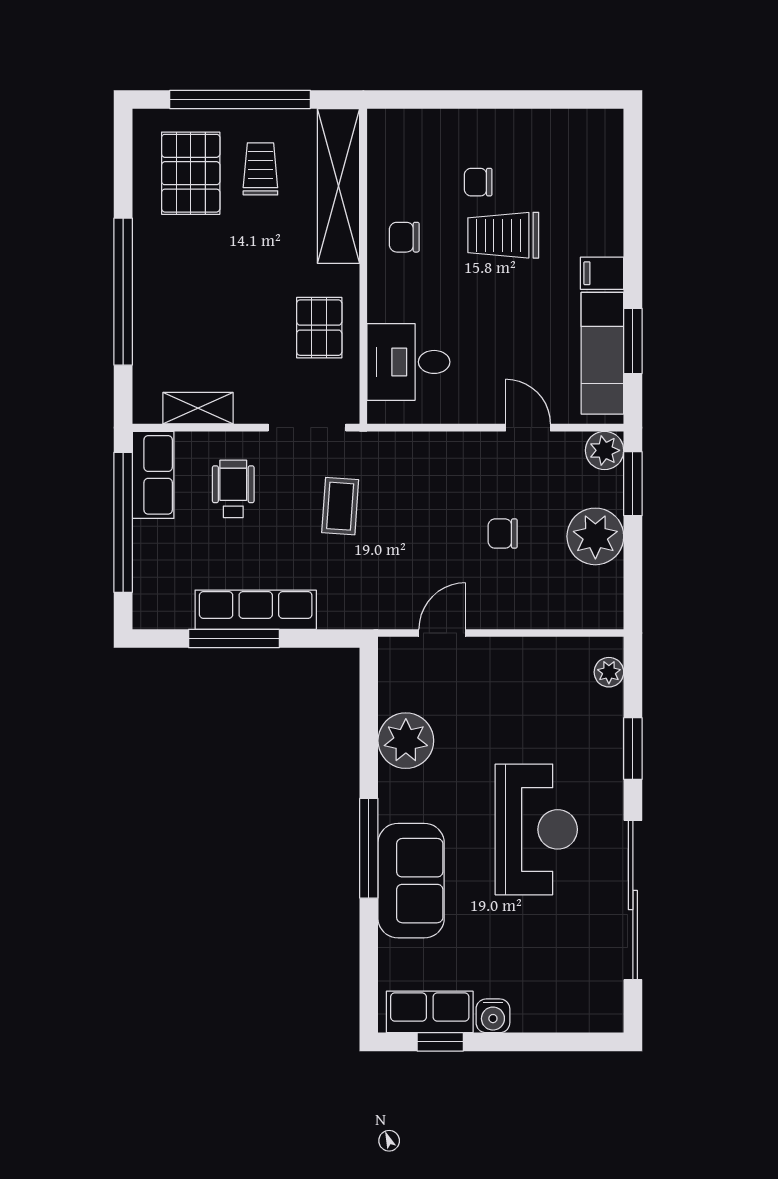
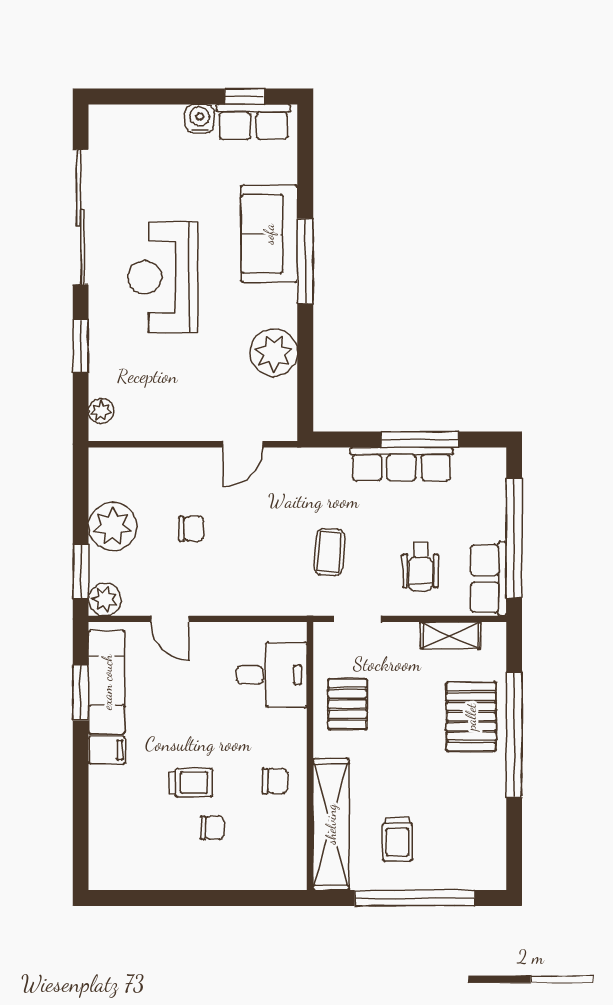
pallet: (191, 173) -> (471, 717), moved
trolley: (503, 235) -> (191, 783), width x0.73, depth x0.72
doorway: (307, 428) -> (358, 619), width x0.73

